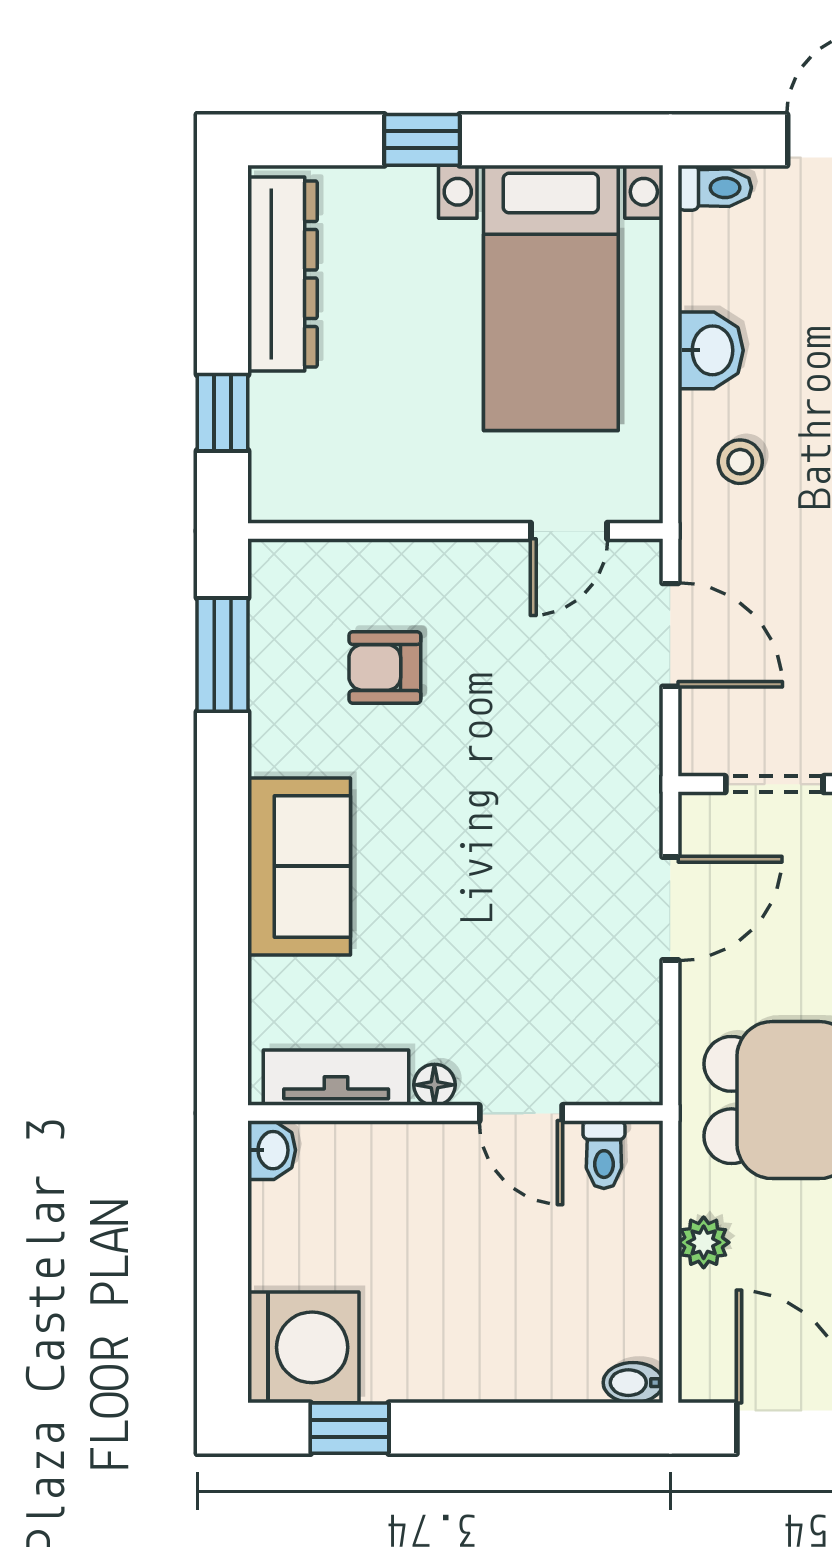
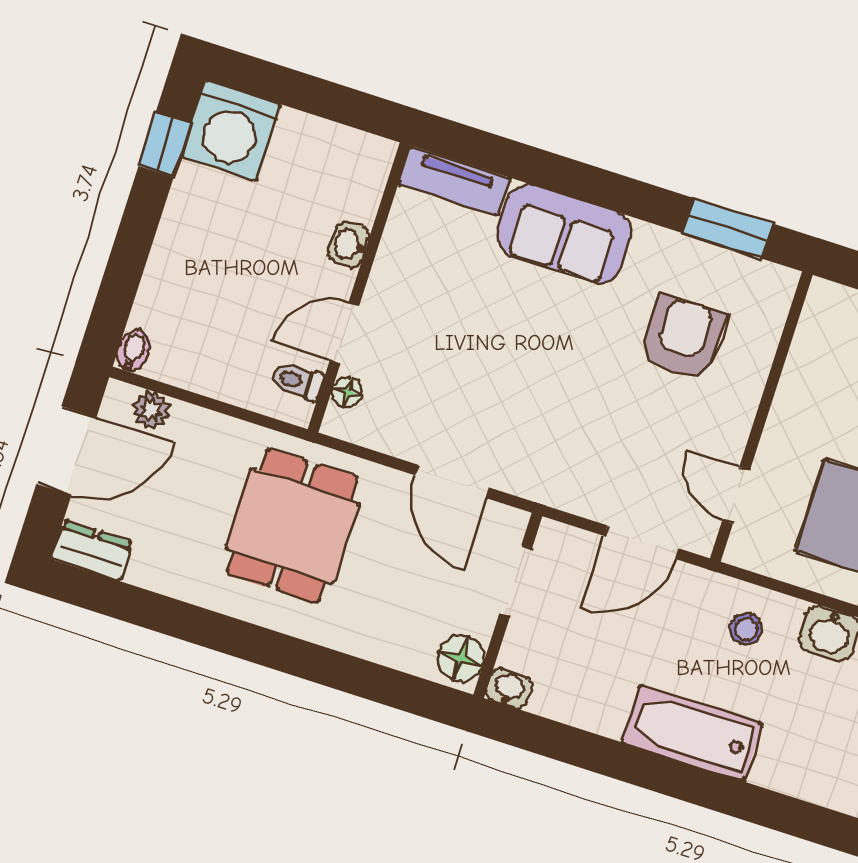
armchair: (385, 667) -> (683, 338), width x1.38, depth x1.38
tv unit: (336, 1078) -> (454, 181), moved, turned 90
floor lamp: (434, 1085) -> (347, 392), moved
washbasin: (272, 1150) -> (349, 245), moved, turned 90
plant: (704, 1242) -> (151, 410), moved

